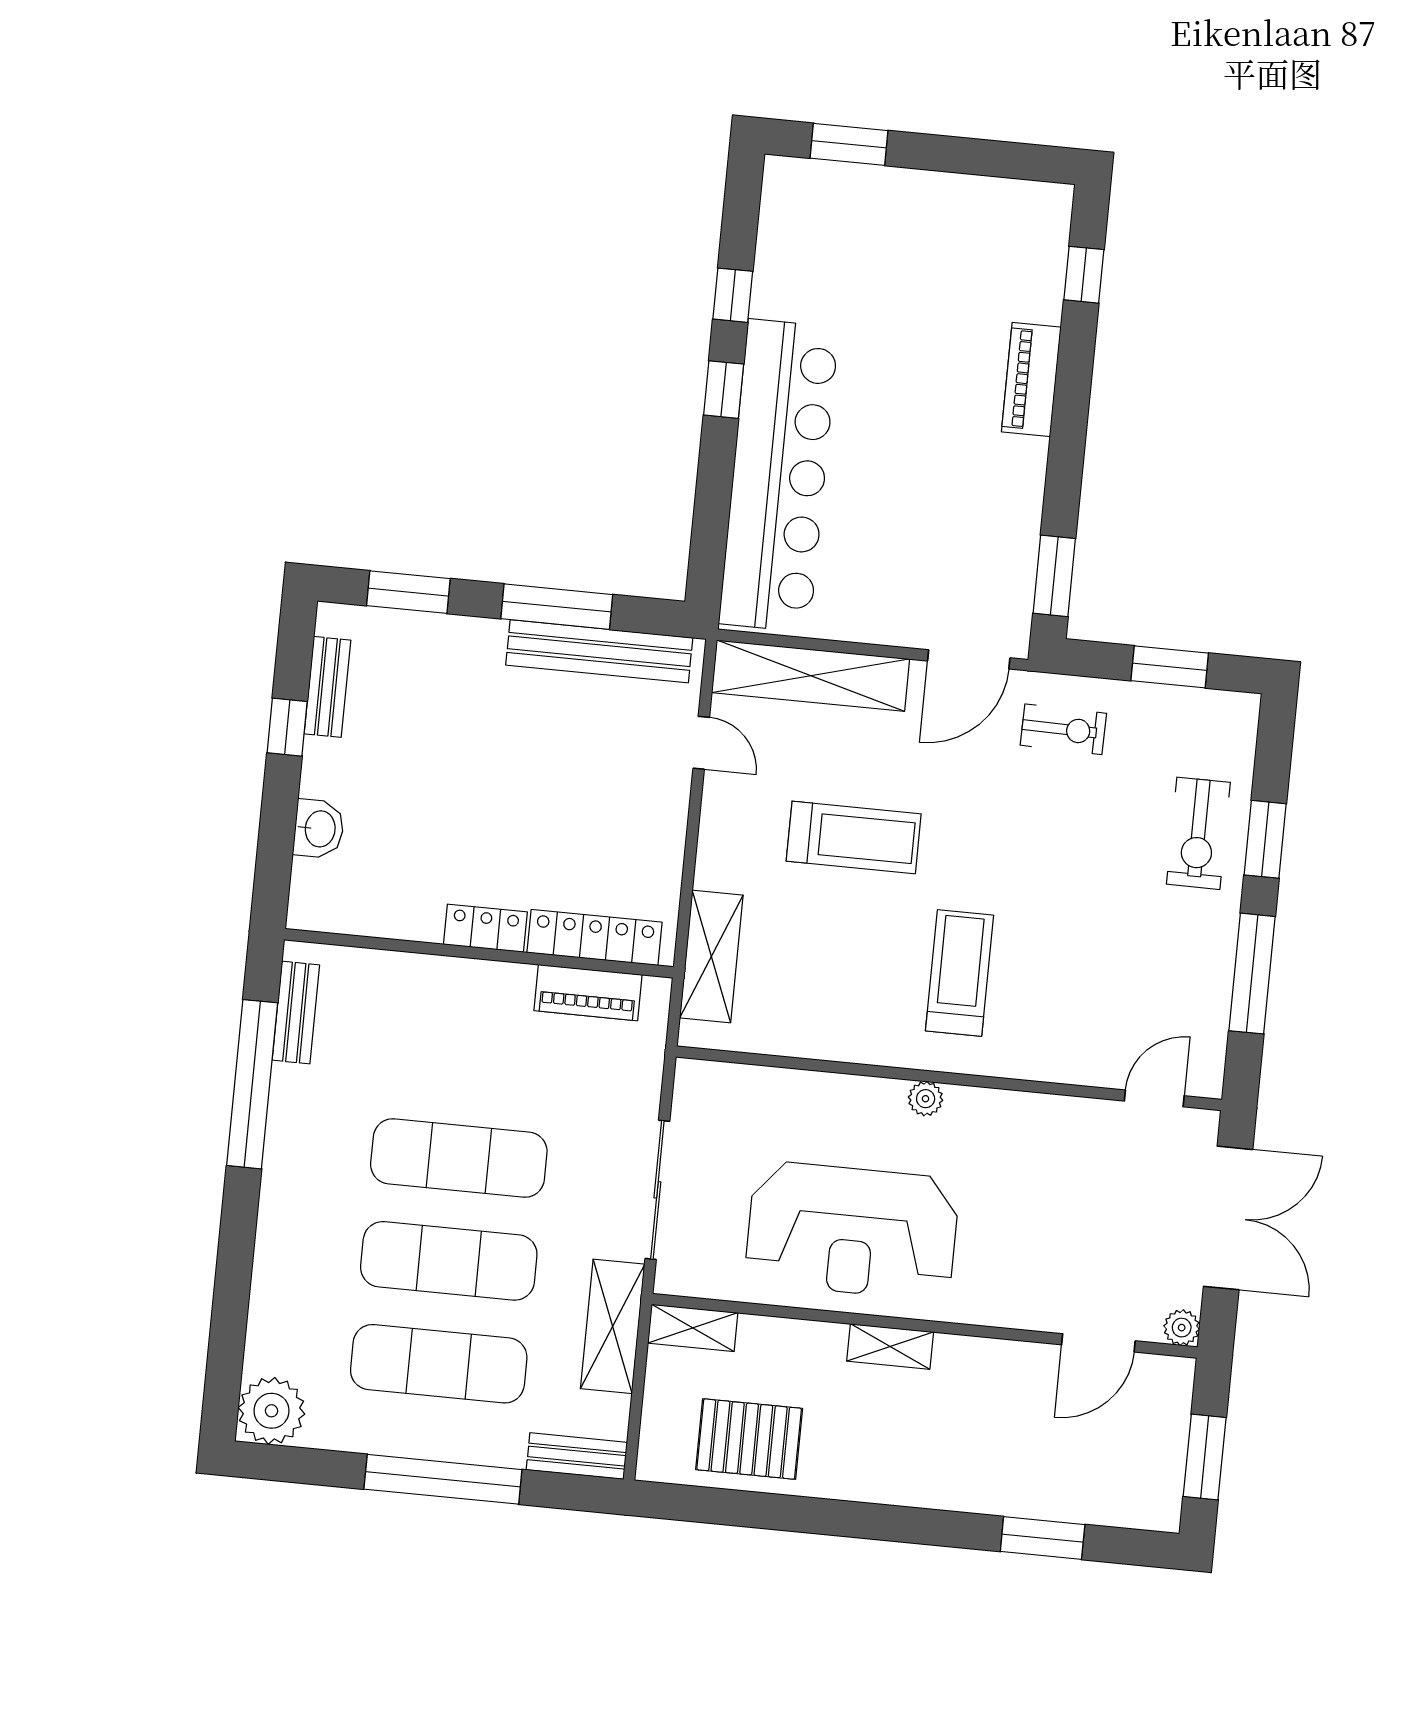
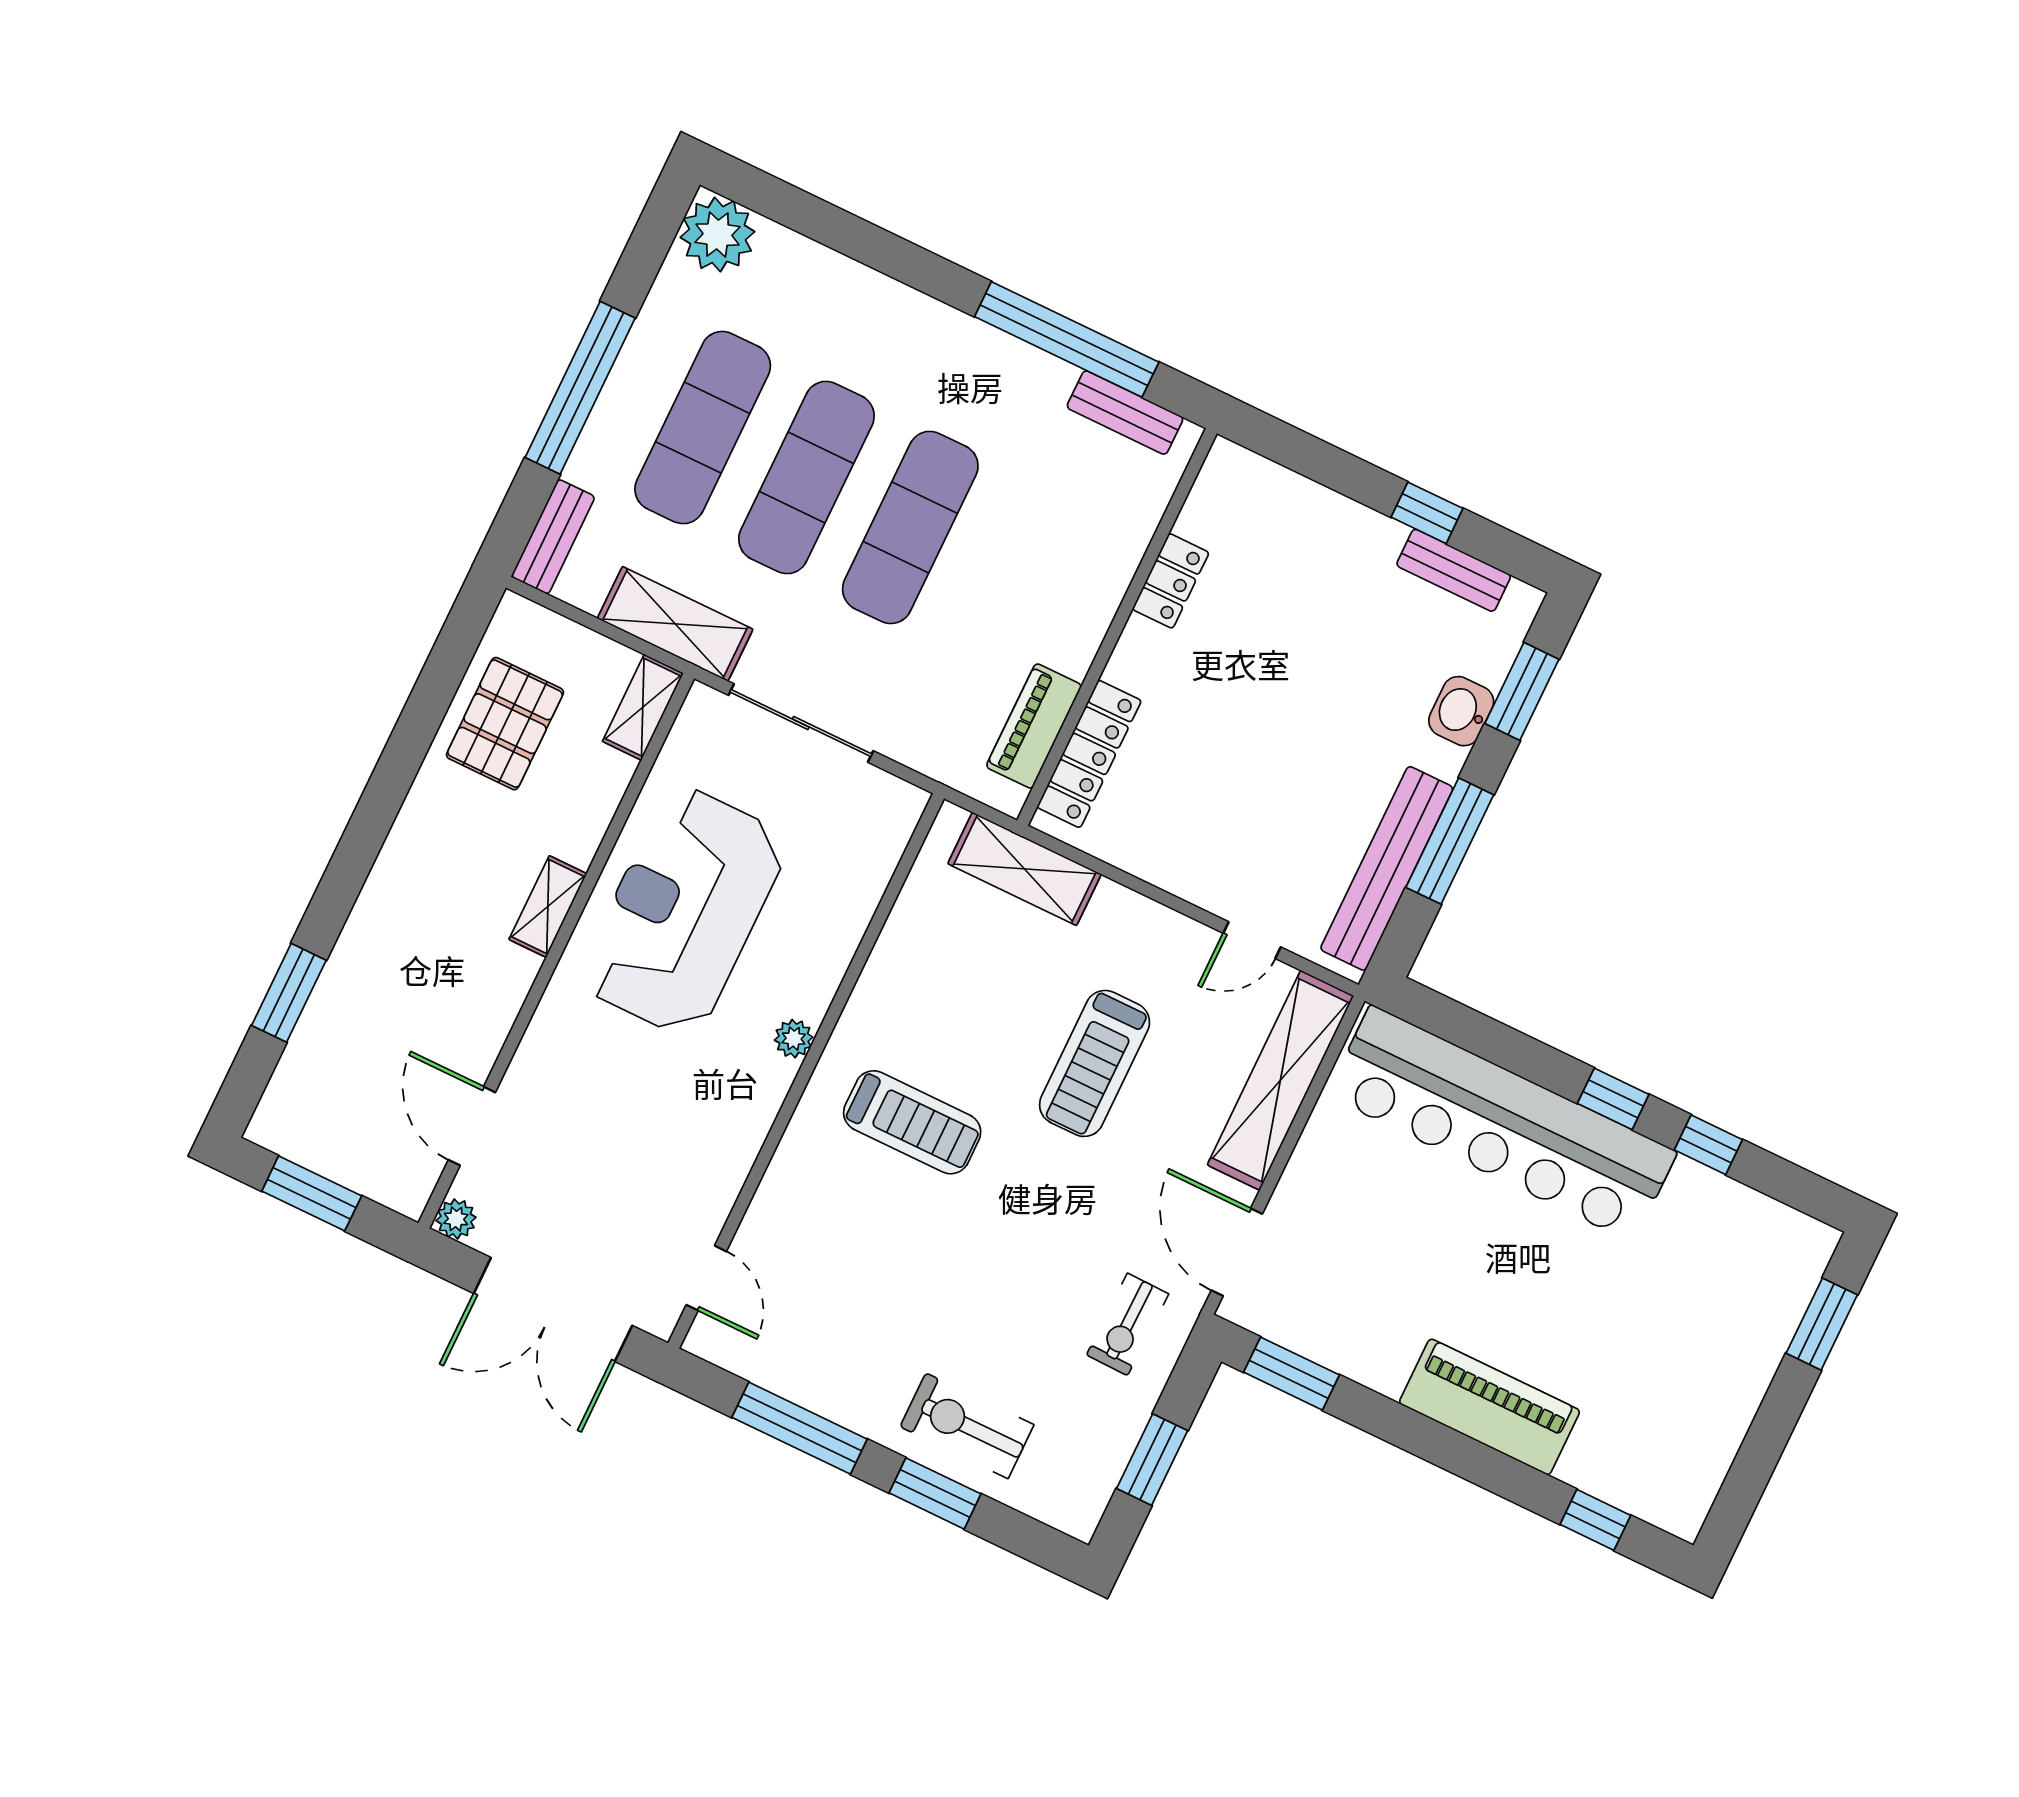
piano: (1031, 380) -> (1489, 1407), width x1.37, depth x1.33
washbasin: (319, 829) -> (1461, 711), moved, turned 90
locker: (485, 928) -> (1171, 581), moved

